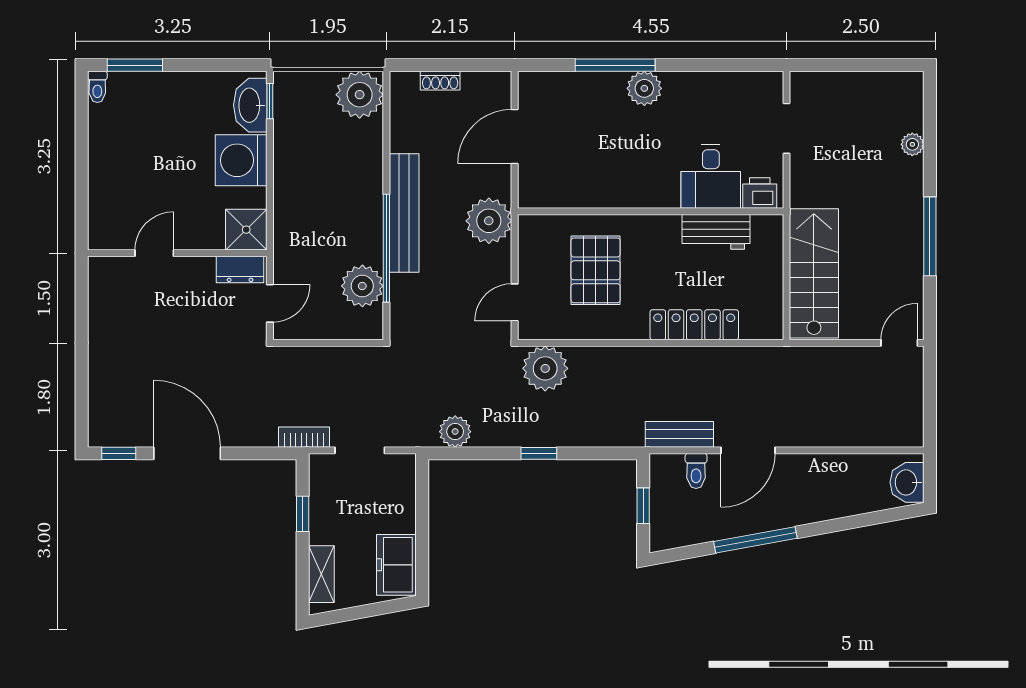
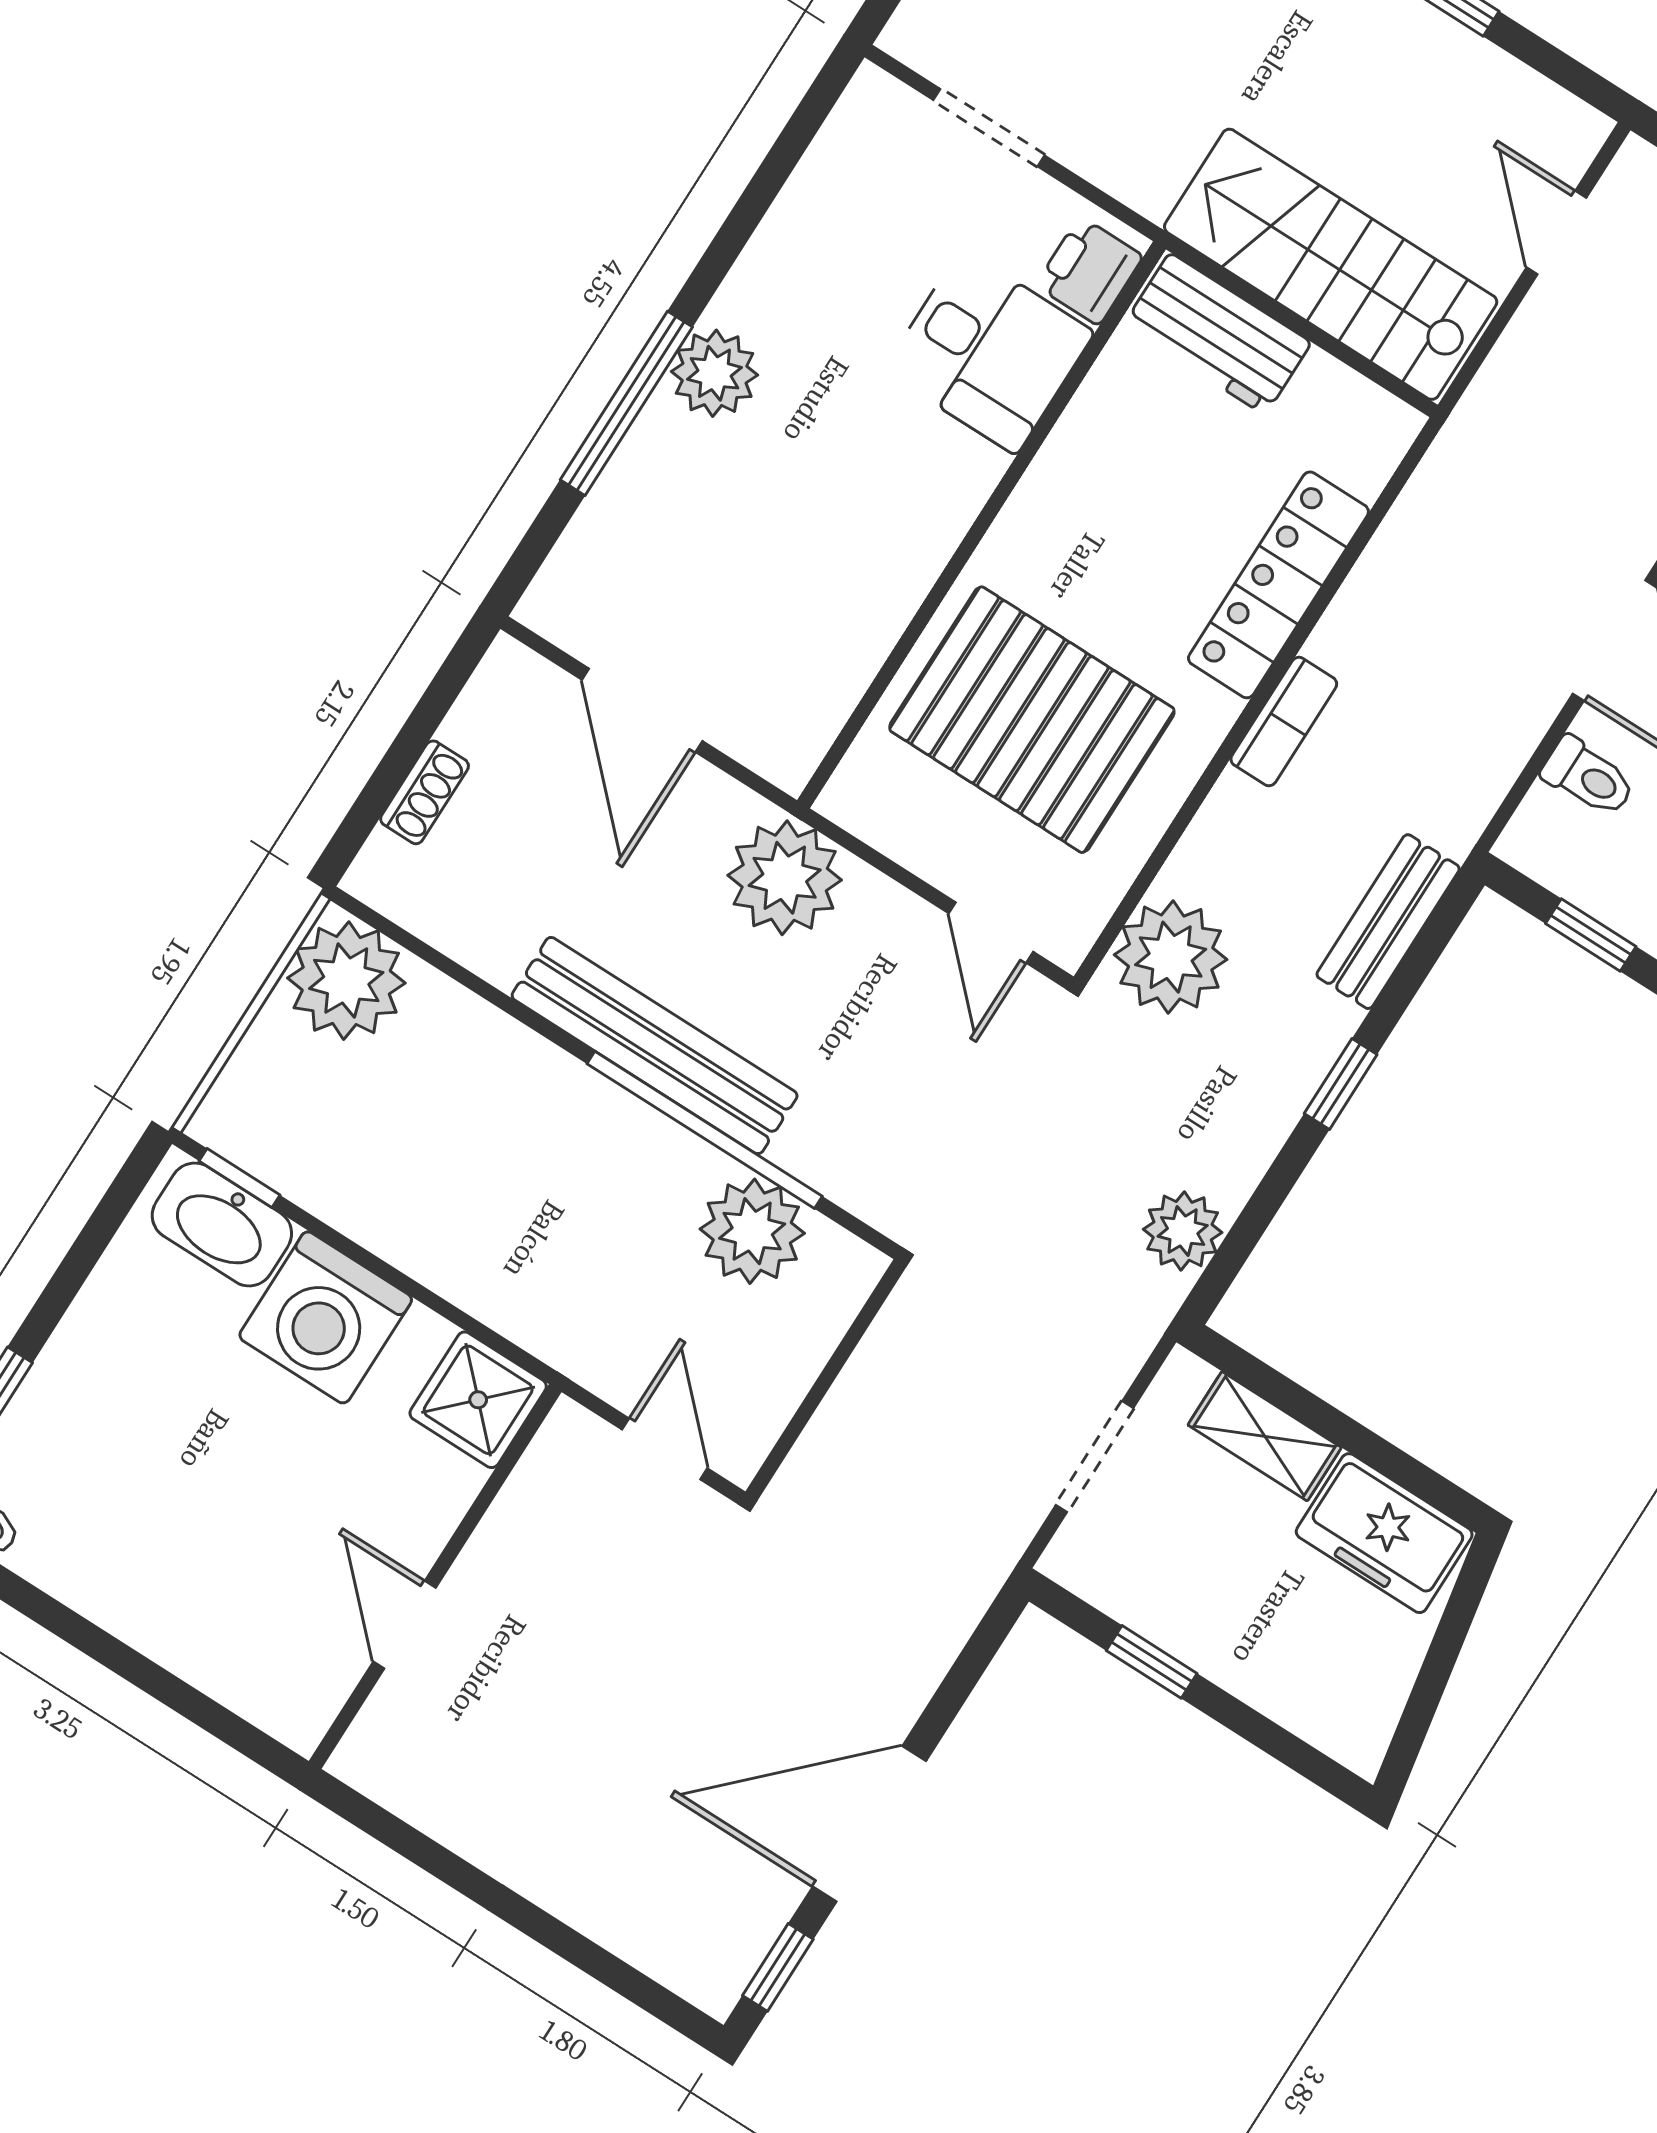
workbench: (716, 232) -> (1217, 334), moved, turned 90
dresser: (240, 270) -> (554, 1466), removed
pallet: (596, 270) -> (1032, 720), width x1.37, depth x1.41
door: (899, 343) -> (1556, 233), moved
bench: (679, 434) -> (1388, 922), moved
bookcase: (304, 437) -> (1284, 722), moved, turned 180
shelving: (321, 574) -> (1265, 1436), moved

